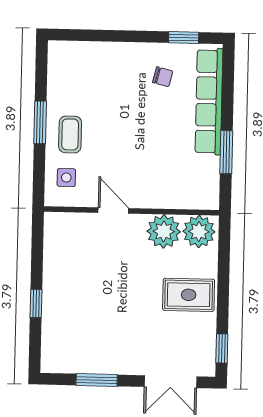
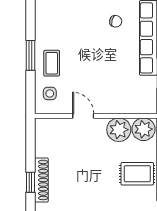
shoe rack: (52, 301) -> (41, 180), added

